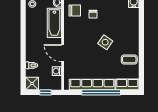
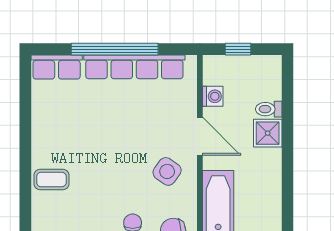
side table: (105, 42) -> (167, 171), moved
coffee table: (129, 59) -> (51, 180), moved
shower: (32, 83) -> (268, 133), moved

